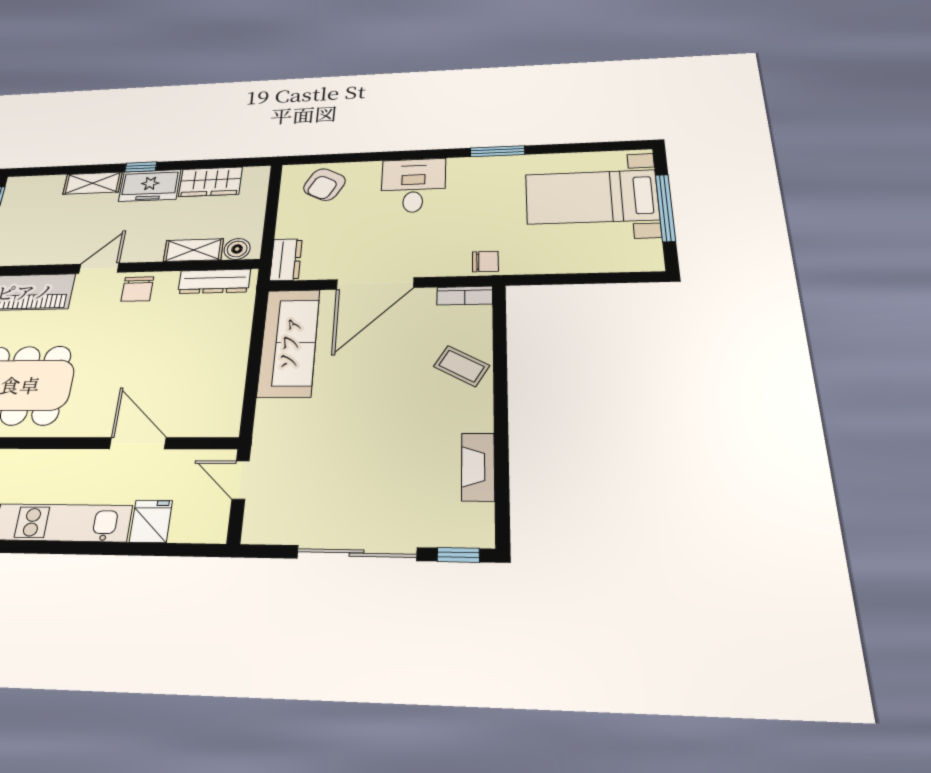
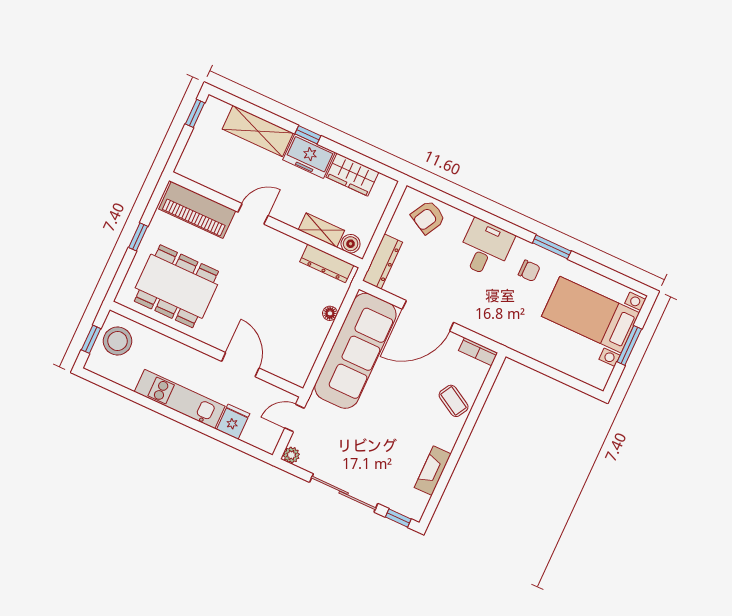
shelving: (93, 183) -> (258, 131), width x1.50, depth x1.33
window: (665, 208) -> (629, 345), width x0.69
dresser: (286, 260) -> (383, 261), width x1.44
chair: (485, 262) -> (529, 271), moved
chair: (137, 289) -> (274, 245), removed
floor lamp: (241, 333) -> (330, 313), added
sofa: (289, 343) -> (355, 351), width x1.36, depth x1.27
door: (241, 480) -> (295, 418), hinge flipped
plant: (255, 532) -> (291, 455), added

